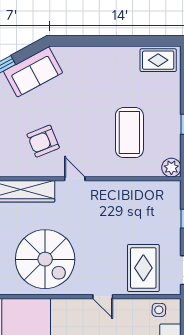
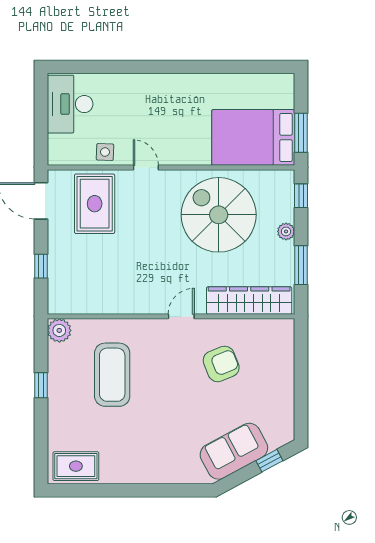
door: (75, 179) -> (181, 316), swing flipped
side table: (159, 310) -> (105, 152), moved

